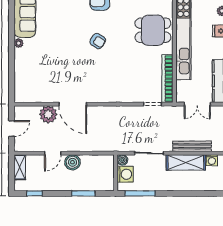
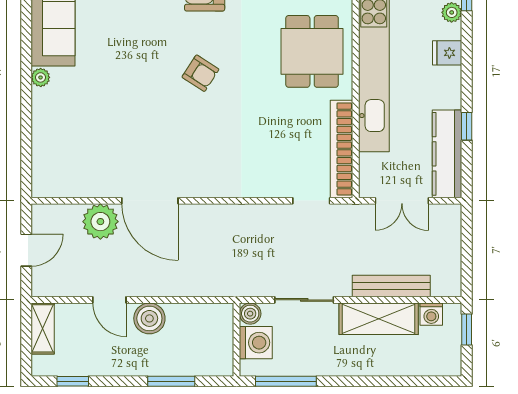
dining table: (153, 30) -> (312, 51), turned 90
door: (53, 153) -> (109, 300), hinge flipped

